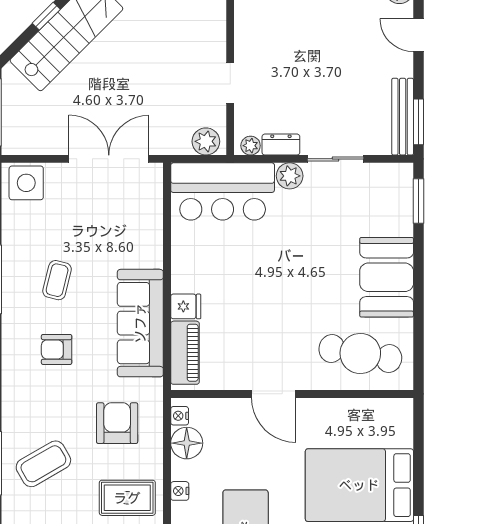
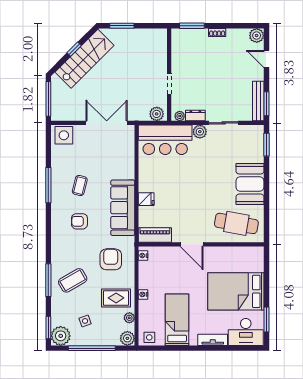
piano: (185, 353) -> (155, 235), moved, turned -90
floor lamp: (187, 443) -> (147, 270), removed

